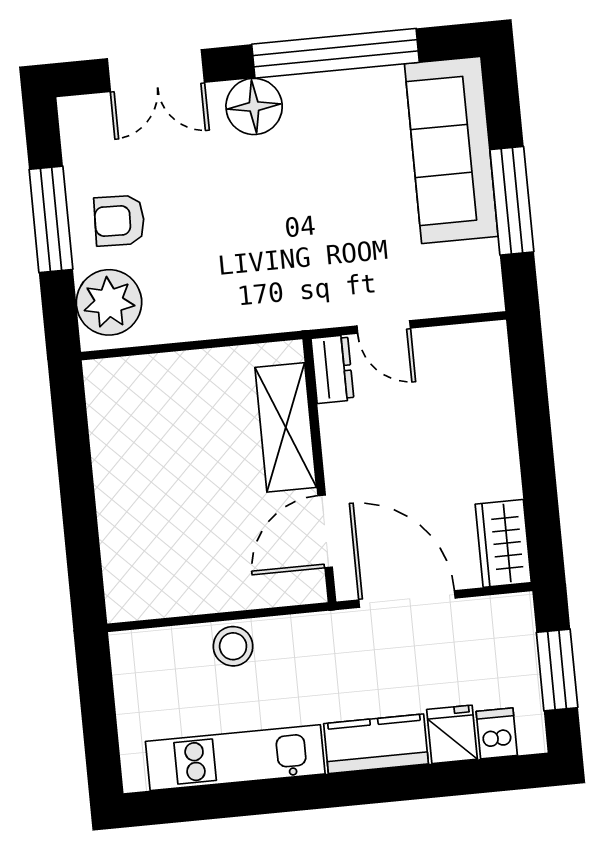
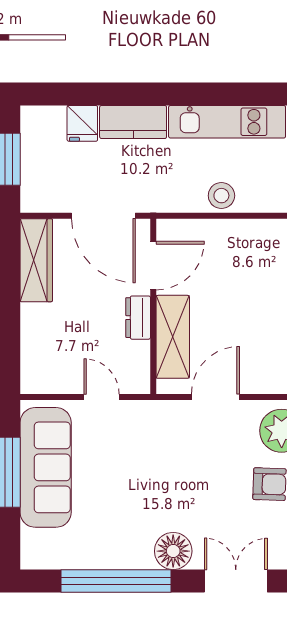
sofa: (451, 150) -> (46, 467), moved
door: (213, 343) -> (215, 397), added
dresser: (332, 369) -> (138, 318), moved
wardrobe: (503, 543) -> (36, 260), width x1.50
dishwasher: (497, 733) -> (53, 121), removed

